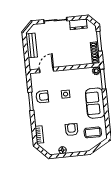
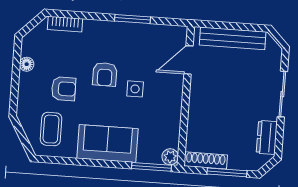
bench: (32, 45) -> (233, 38), width x1.36
door: (46, 70) -> (188, 60), swing flipped
armchair: (42, 97) -> (105, 74), moved

